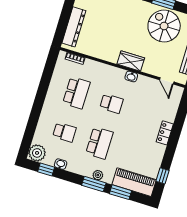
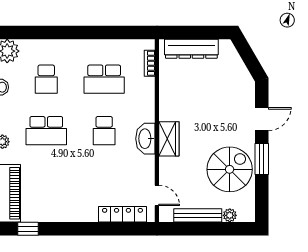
washbasin: (131, 77) -> (145, 139), width x1.91, depth x1.45
door: (167, 81) -> (157, 195), swing flipped
locker: (165, 133) -> (122, 214), moved, width x1.53

